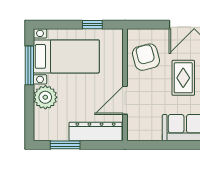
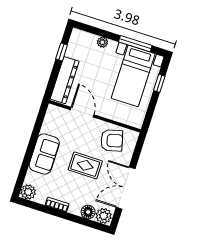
window: (92, 25) -> (159, 83), moved
plant: (45, 97) -> (102, 42), width x0.53, depth x0.53
window: (65, 145) -> (62, 52), width x0.67

